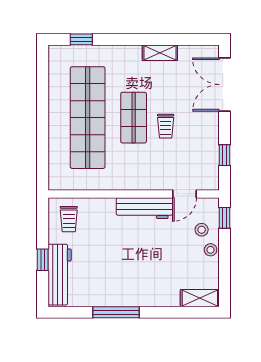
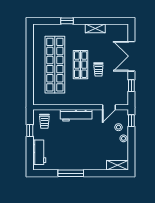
window: (81, 39) -> (67, 21), moved
double door: (225, 85) -> (131, 56), moved
workbench: (144, 208) -> (76, 115), moved
window: (43, 260) -> (30, 131), moved
workbench: (60, 275) -> (39, 152), width x0.73

